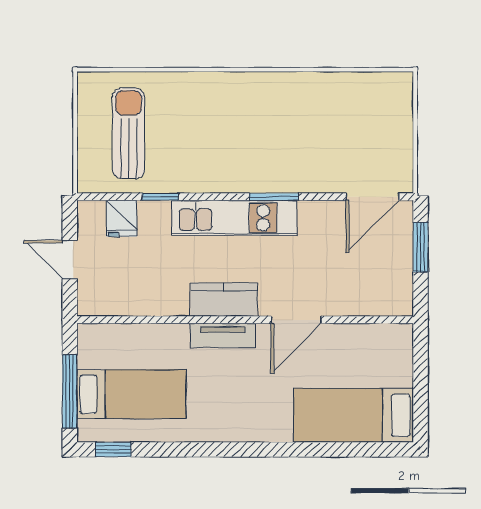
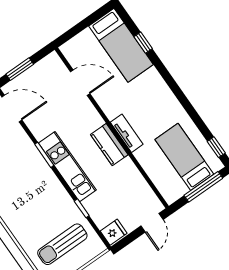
fridge: (122, 218) -> (114, 232), moved
door: (70, 260) -> (152, 223), moved
door: (296, 320) -> (80, 83), moved
window: (335, 449) -> (143, 43), added

